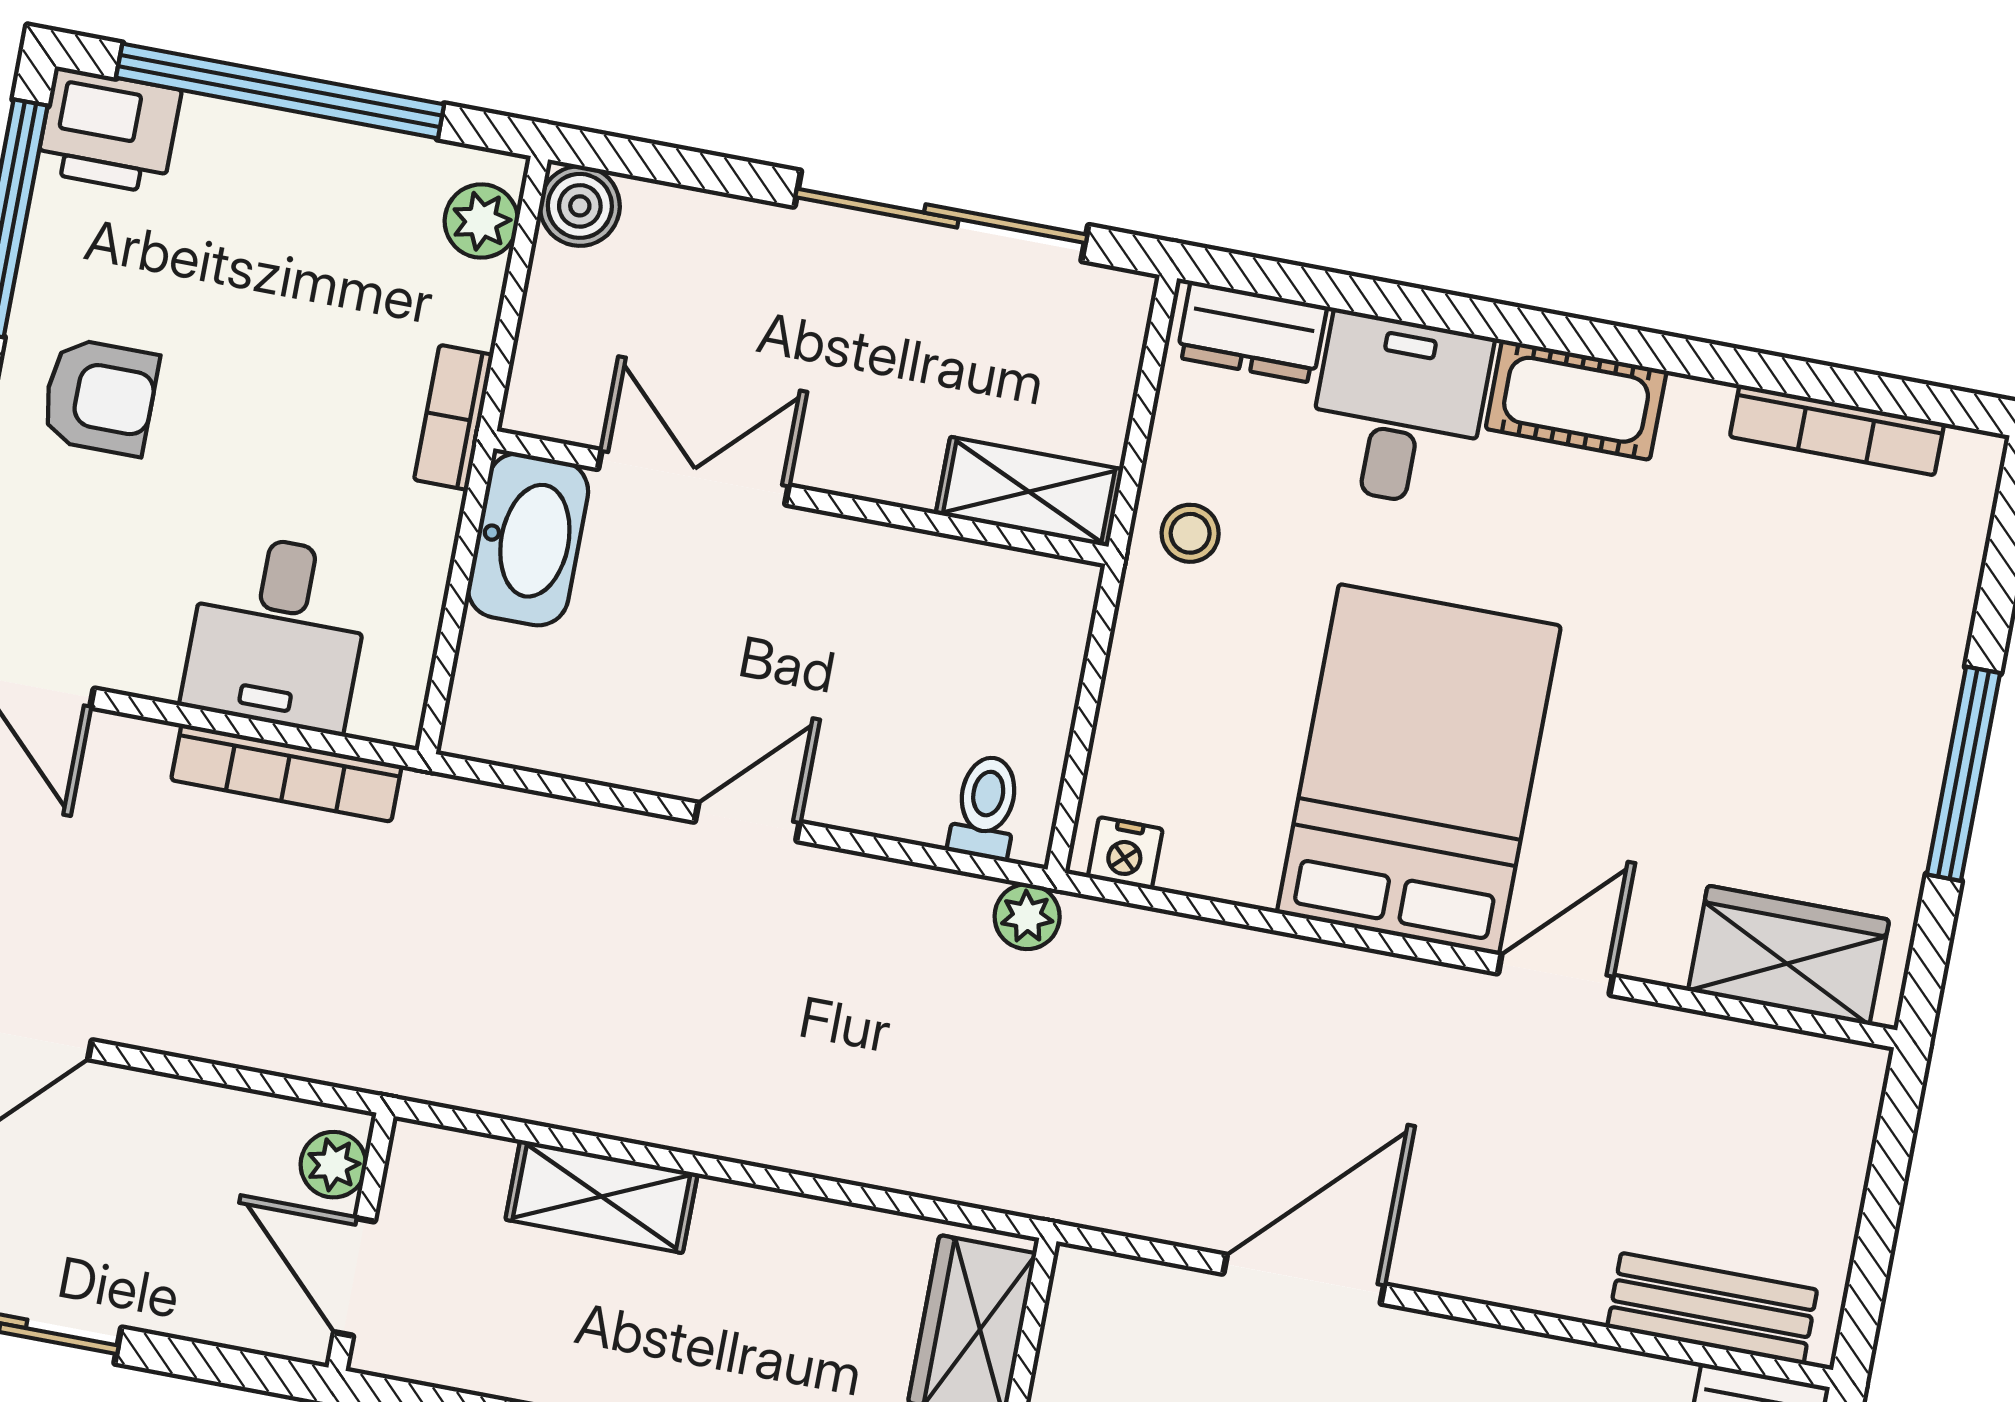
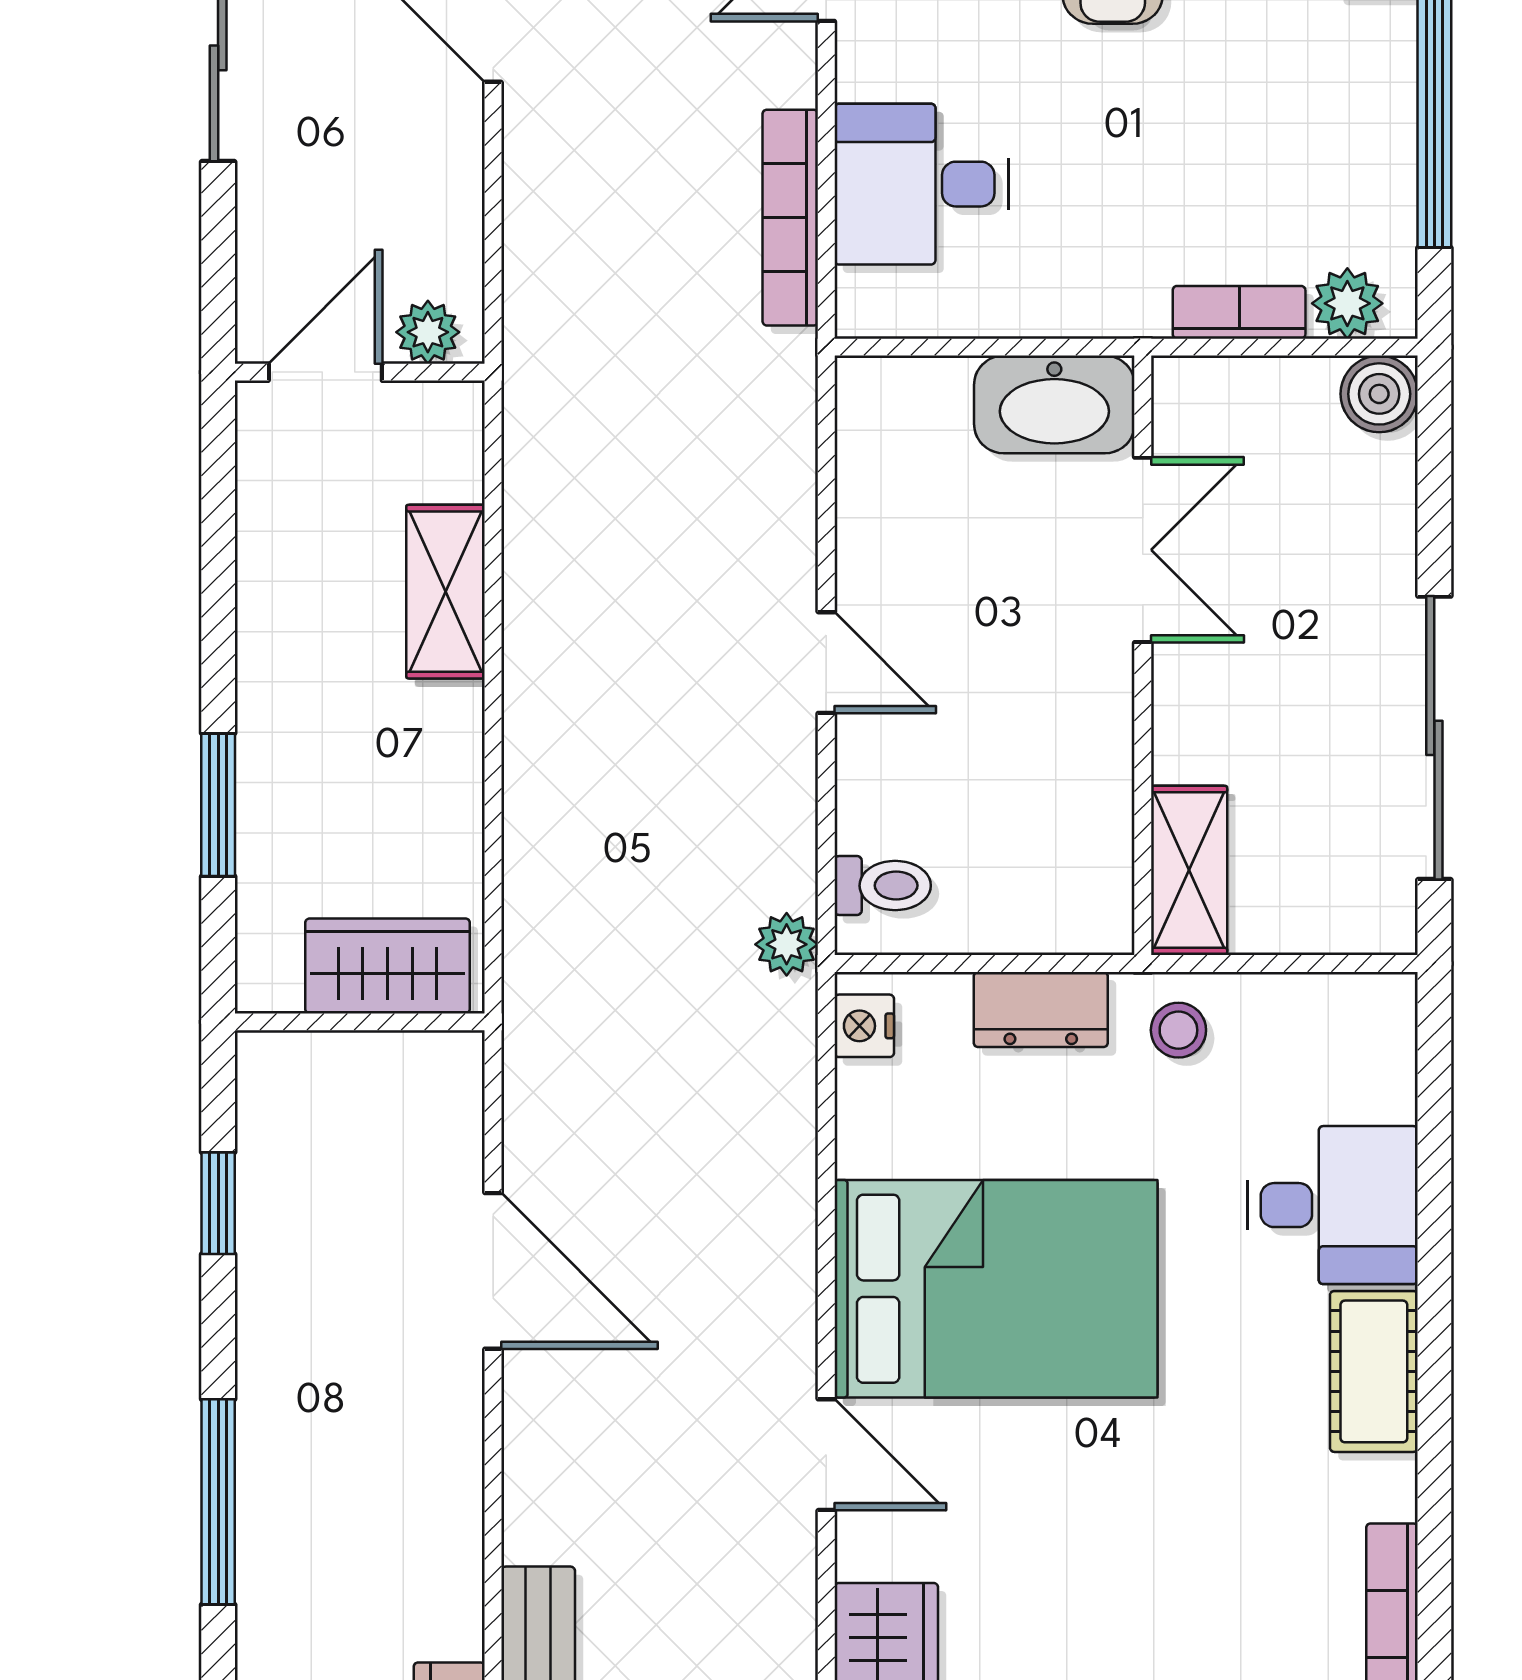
dresser: (1252, 332) -> (1041, 1010), moved, turned -90
bookcase: (454, 417) -> (1239, 312), moved

